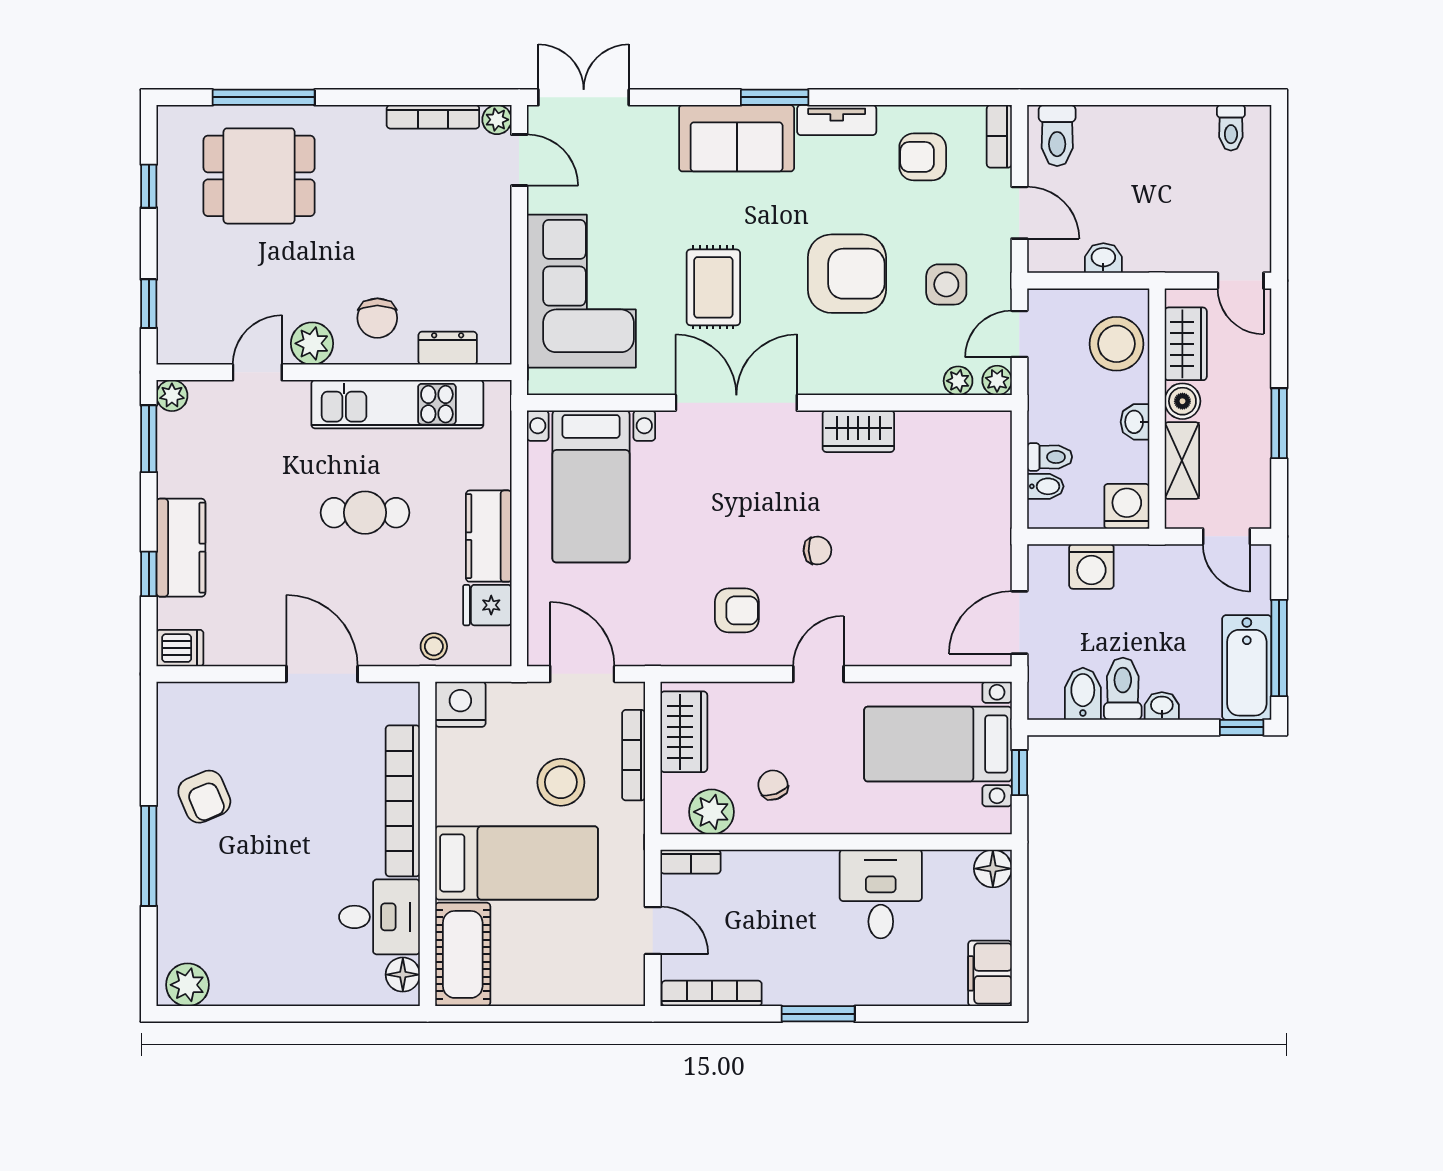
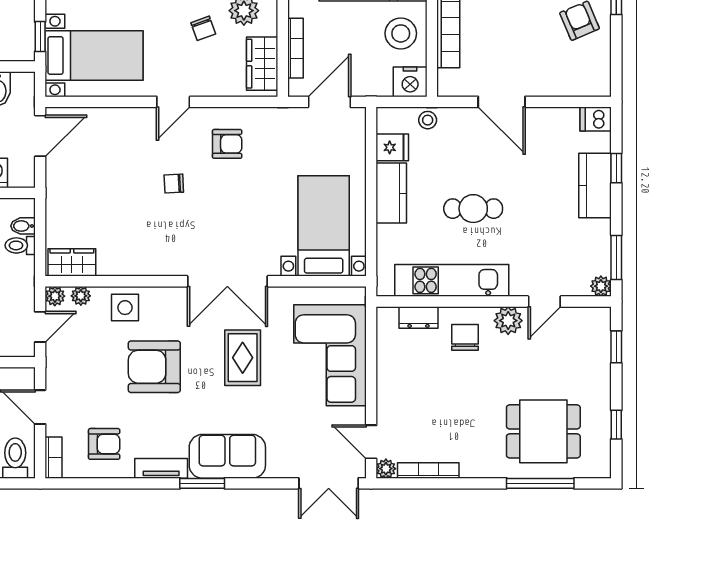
side table: (946, 284) -> (125, 308), moved
wardrobe: (858, 431) -> (72, 262), moved
armchair: (737, 610) -> (227, 144), turned 180
door: (582, 674) -> (329, 102), swing flipped
stool: (561, 782) -> (401, 33), moved

